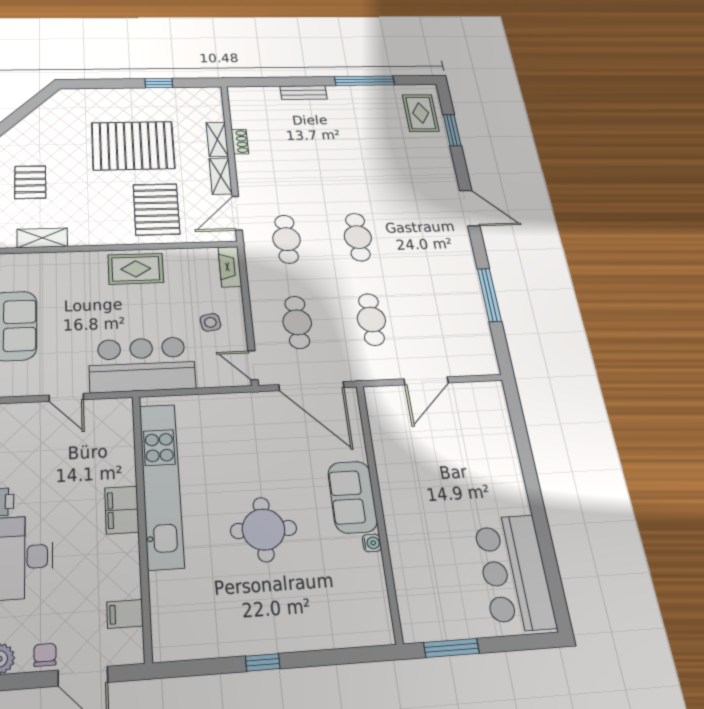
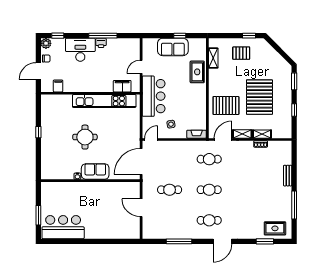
window: (95, 84) -> (294, 81), added
door: (237, 213) -> (223, 139), hinge flipped
rug: (136, 269) -> (197, 72), moved
cafe table: (297, 322) -> (209, 220), moved
filing cabinet: (122, 510) -> (122, 86), moved
window: (451, 648) -> (38, 215), moved

